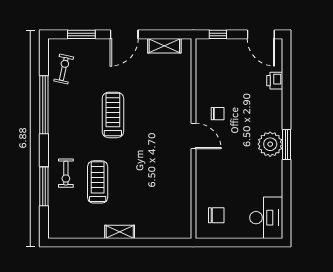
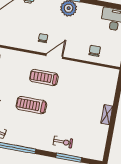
treadmill: (98, 182) -> (44, 77), moved
chair: (216, 215) -> (95, 51), moved

